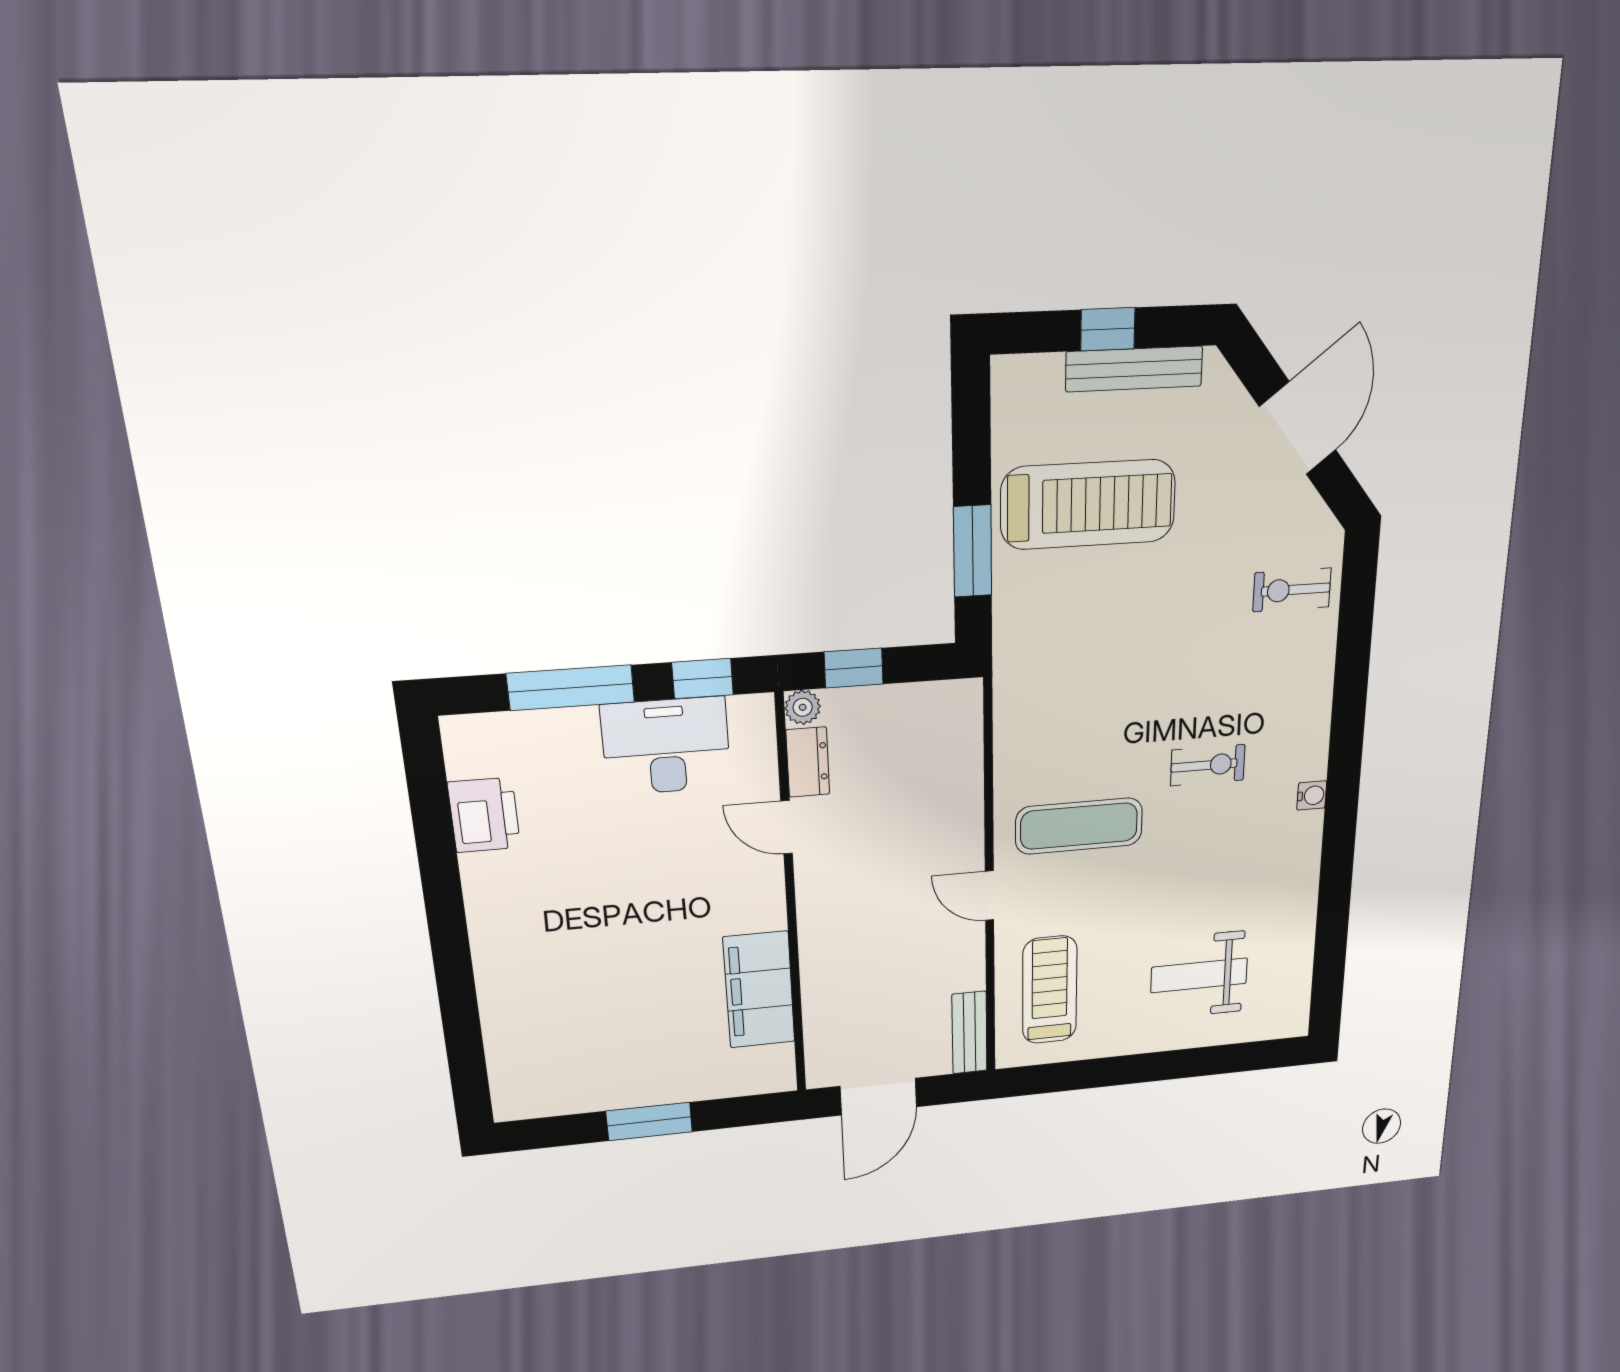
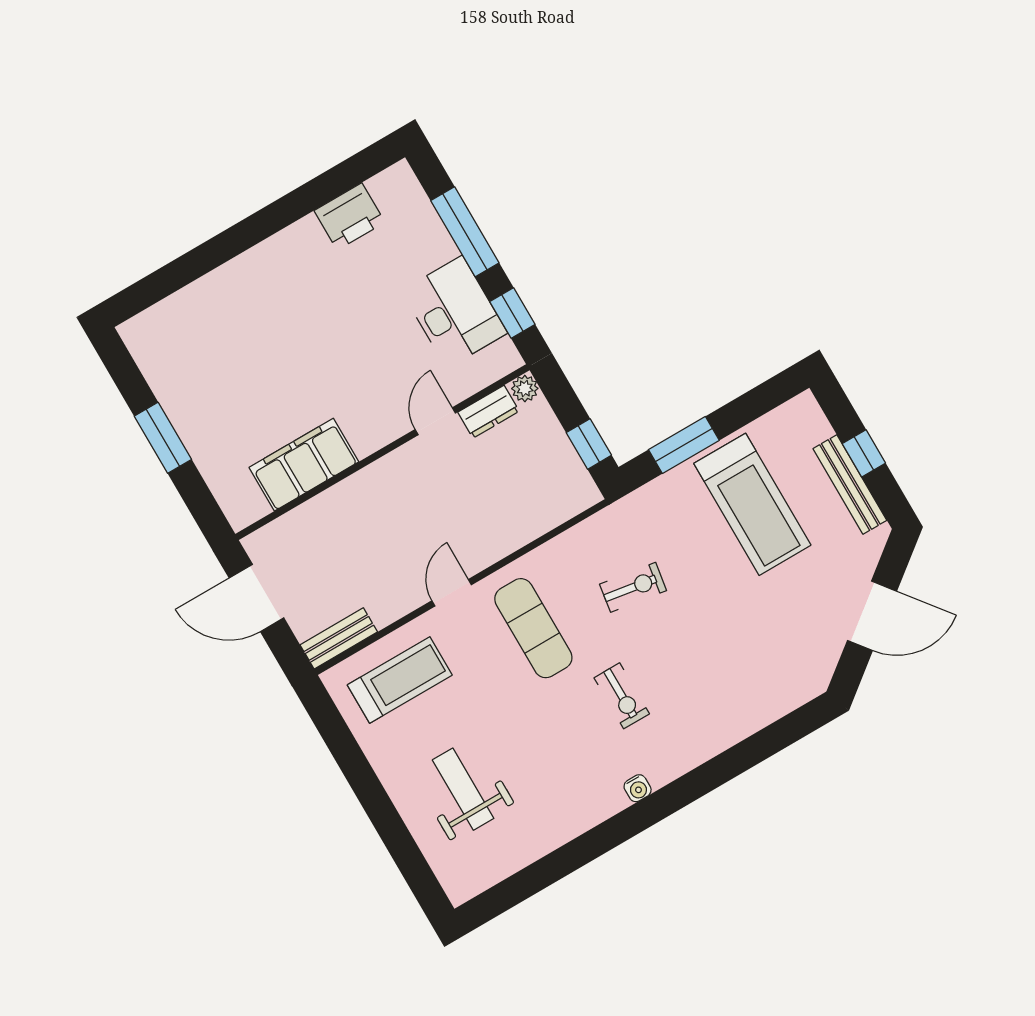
exercise bike: (1292, 590) -> (633, 587), moved, turned 99
window: (854, 668) -> (589, 444), moved

